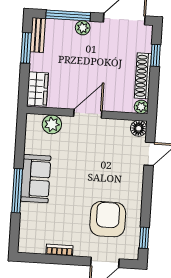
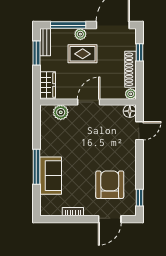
rug: (84, 53) -> (83, 54), added
sofa: (36, 179) -> (51, 176), moved

